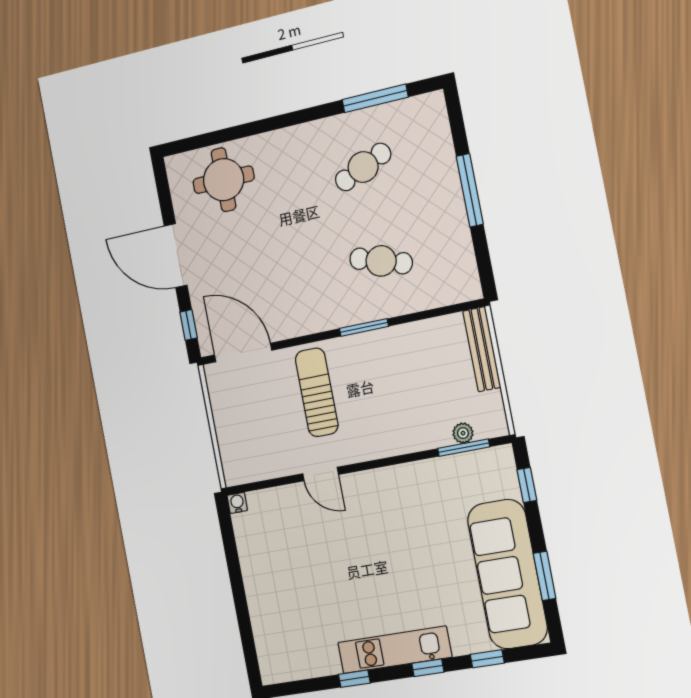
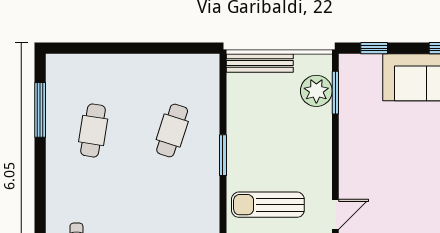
cafe table: (363, 167) -> (93, 130), turned 33
window: (470, 190) -> (131, 48), removed
plant: (463, 433) -> (316, 91), width x1.88, depth x1.88

